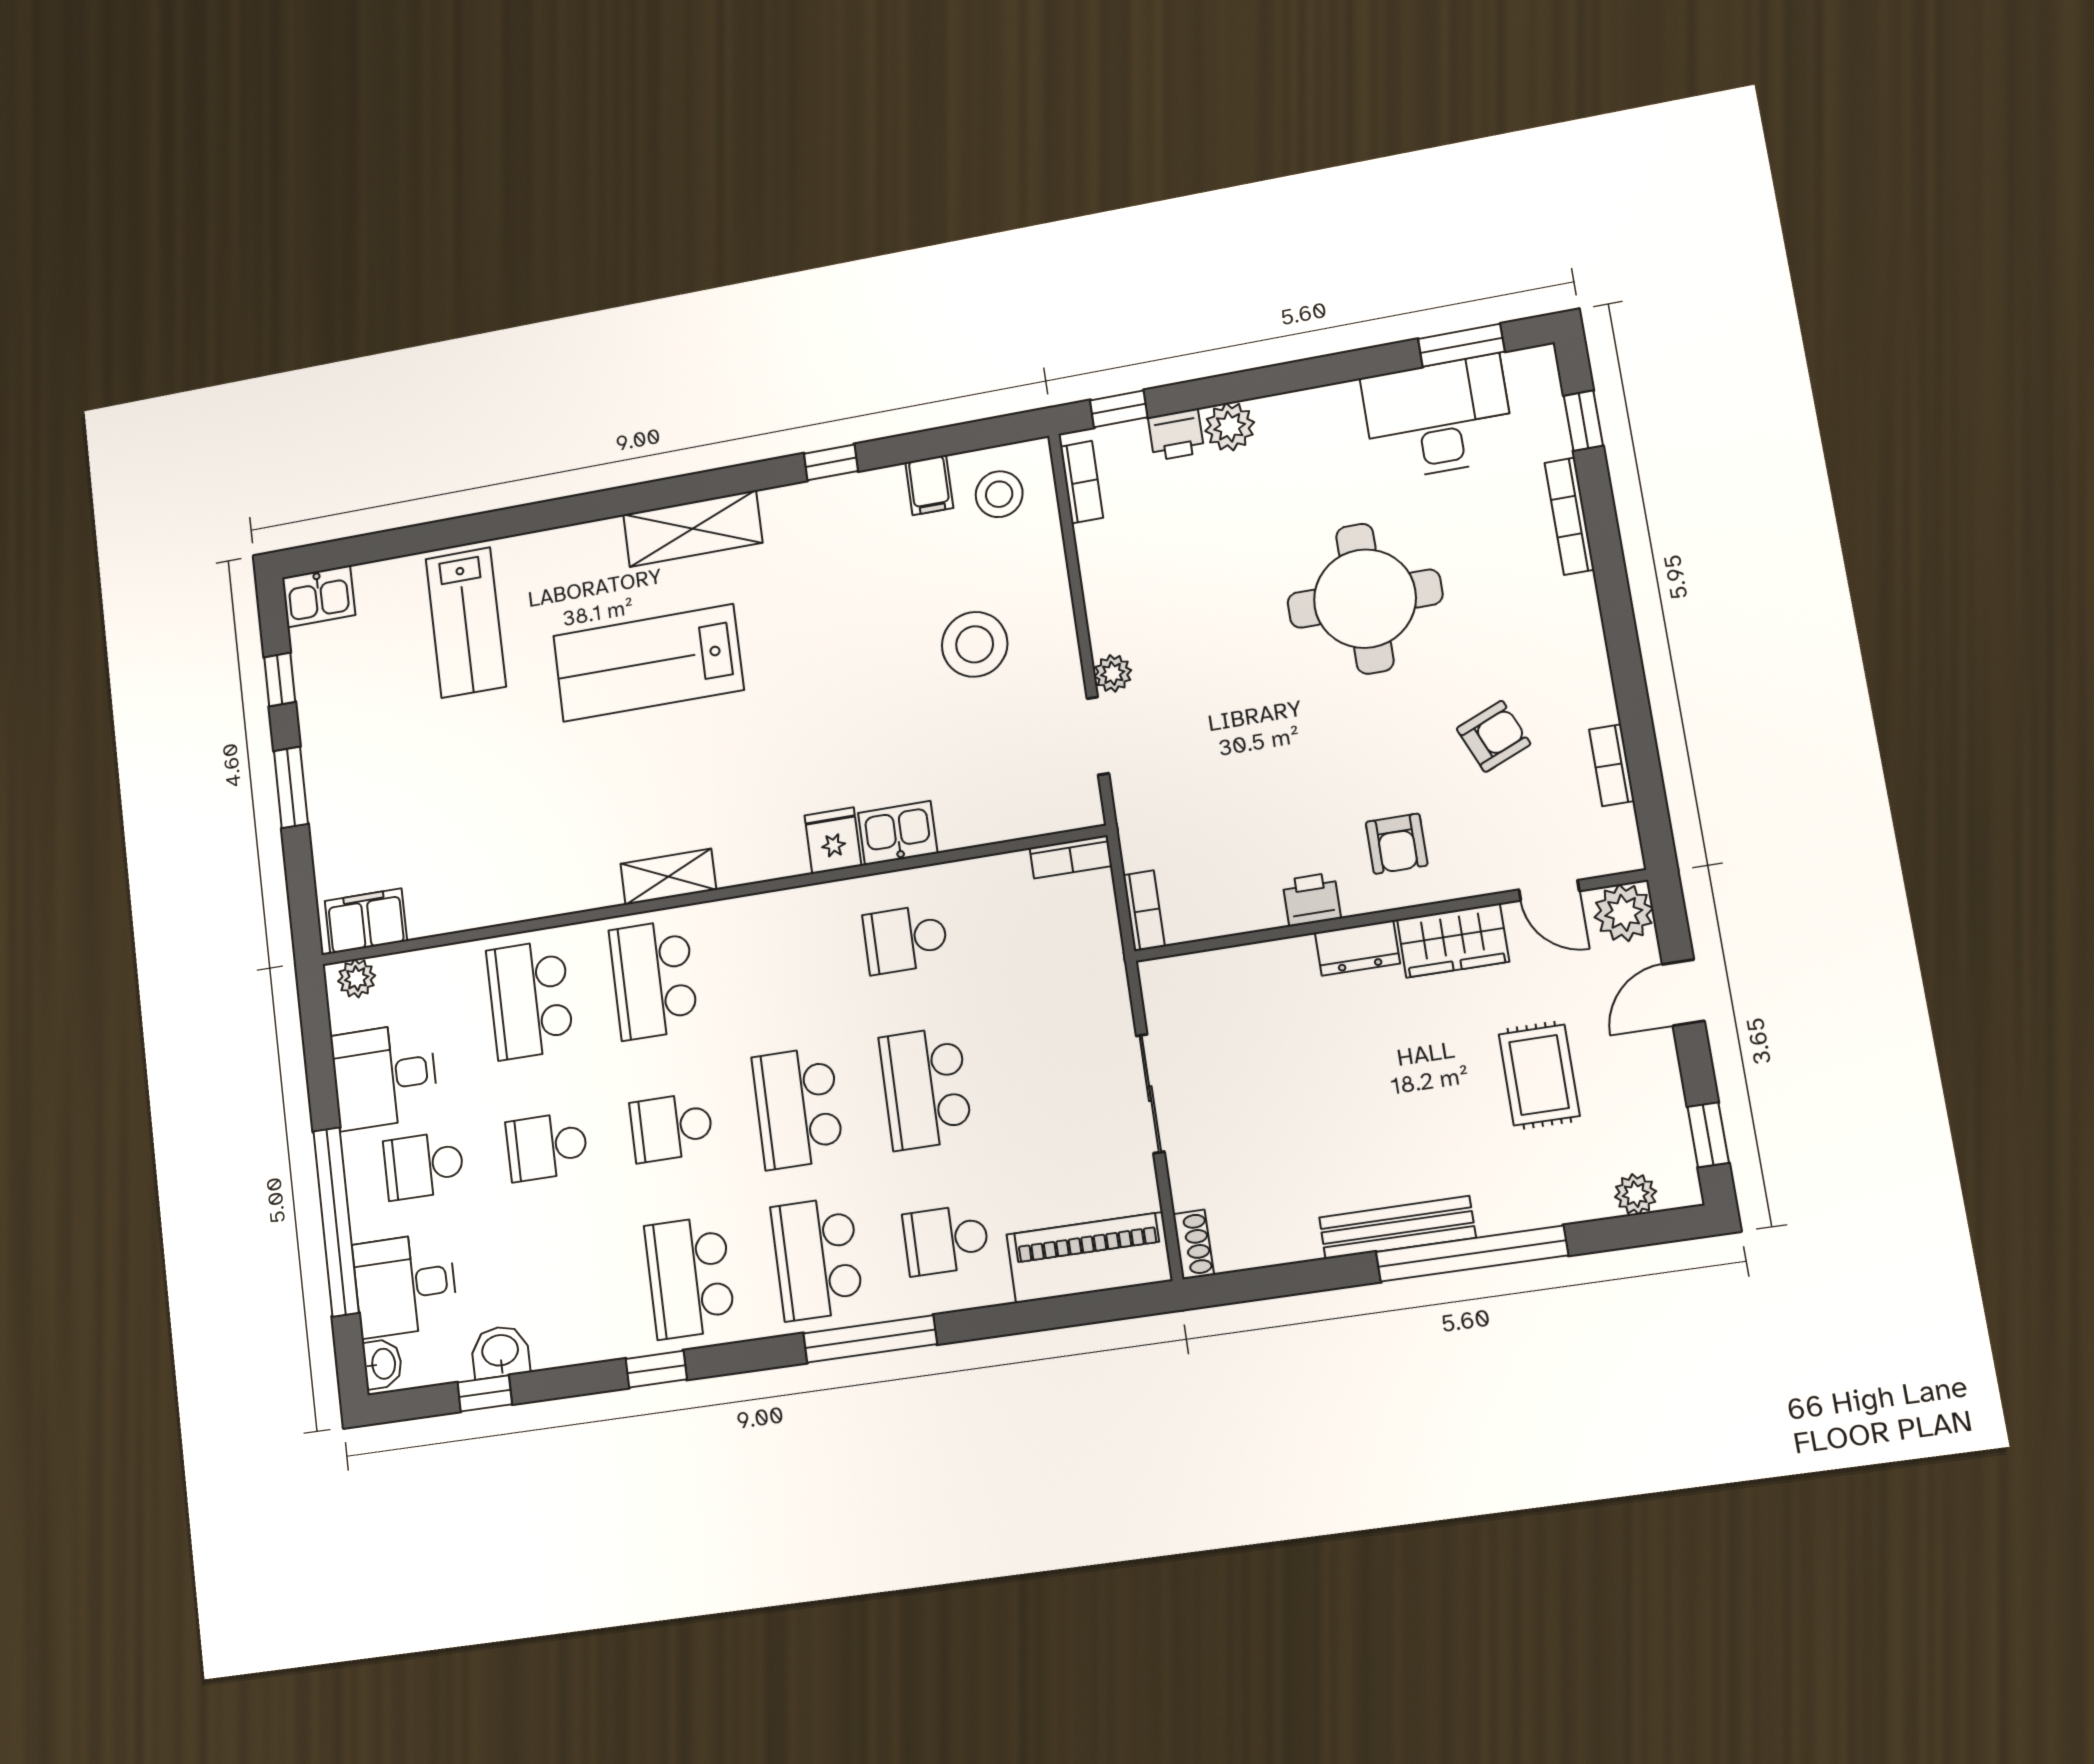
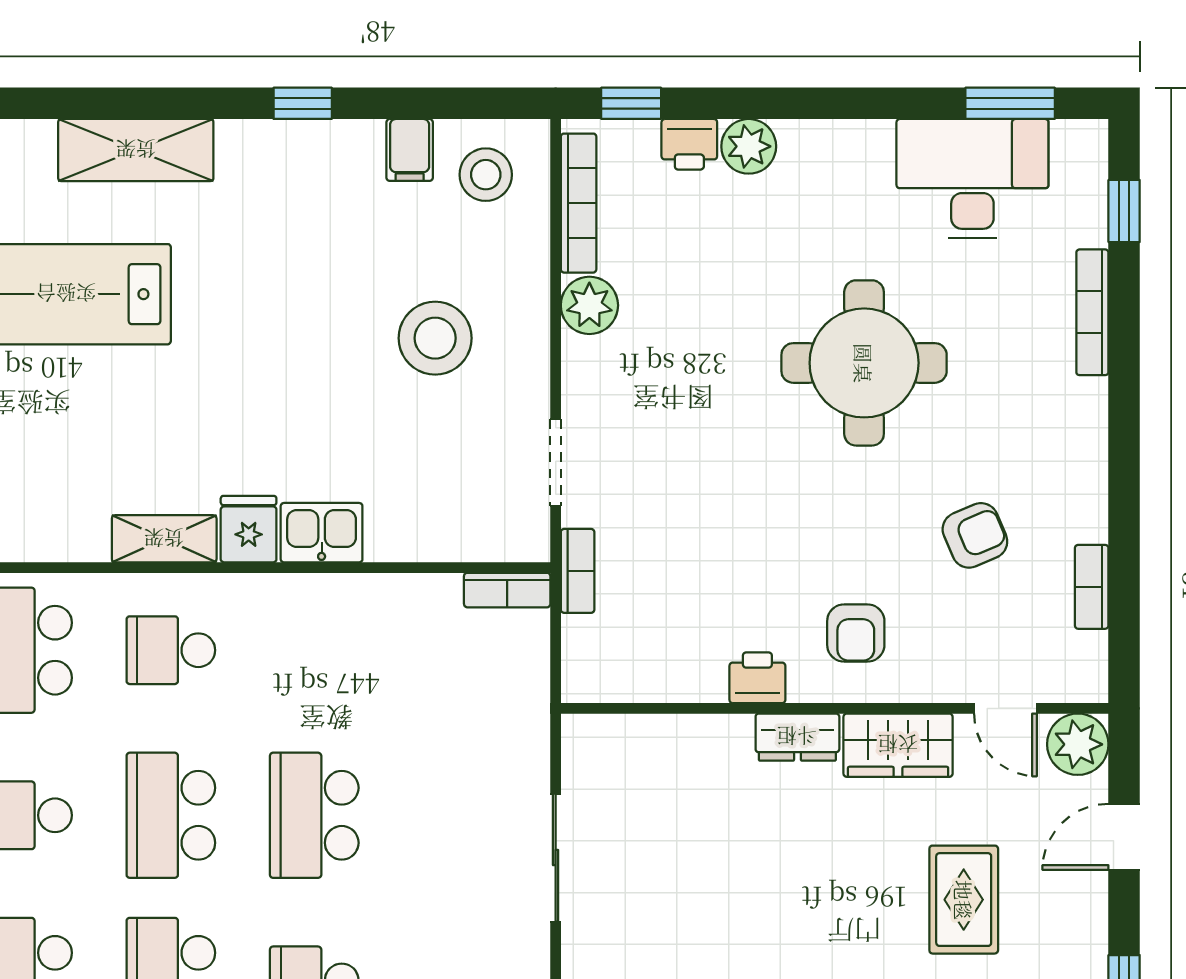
bookcase: (1082, 482) -> (579, 203), width x1.56
plant: (1113, 673) -> (589, 305), moved, width x1.38, depth x1.38
shelving: (668, 877) -> (164, 539), moved
bookcase: (1144, 911) -> (578, 571), moved
school desk: (905, 939) -> (171, 650), moved

